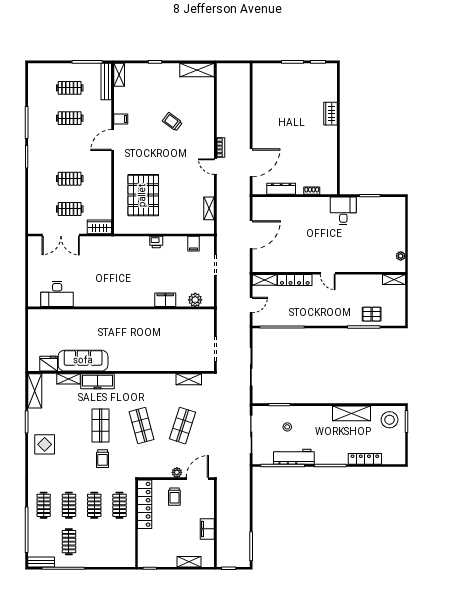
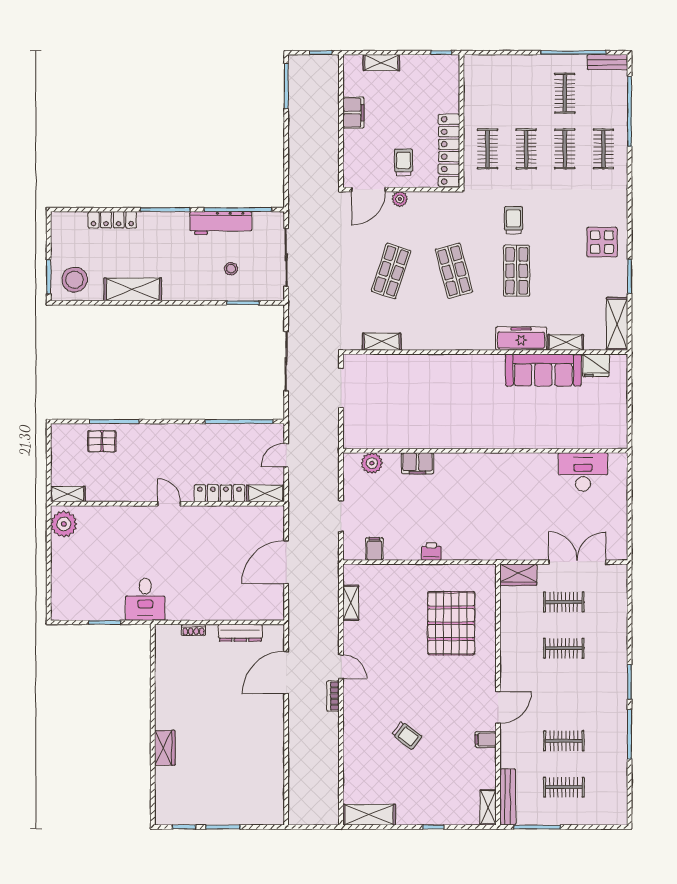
plant: (401, 256) -> (64, 524), width x1.88, depth x1.88

